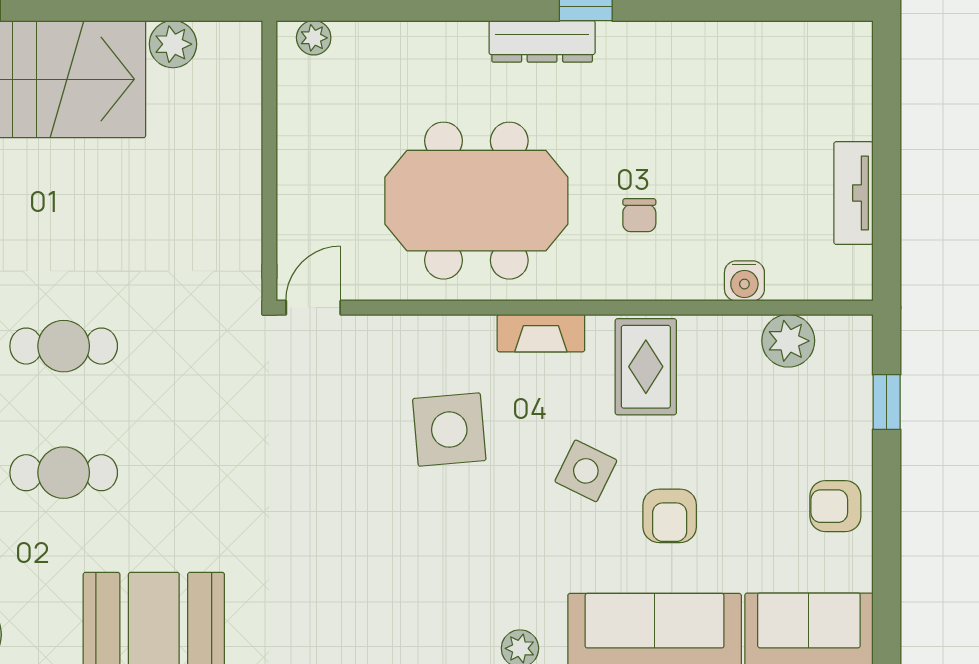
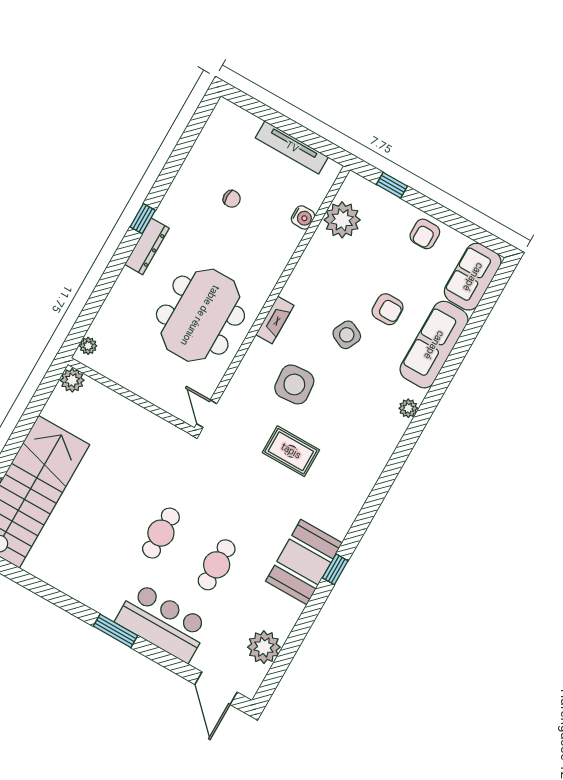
plant: (173, 44) -> (72, 380), moved
tv unit: (853, 193) -> (292, 147), width x1.41
chair: (639, 215) -> (232, 199), moved
plant: (788, 341) -> (342, 220), width x1.36, depth x1.36
rug: (646, 367) -> (291, 451), moved

